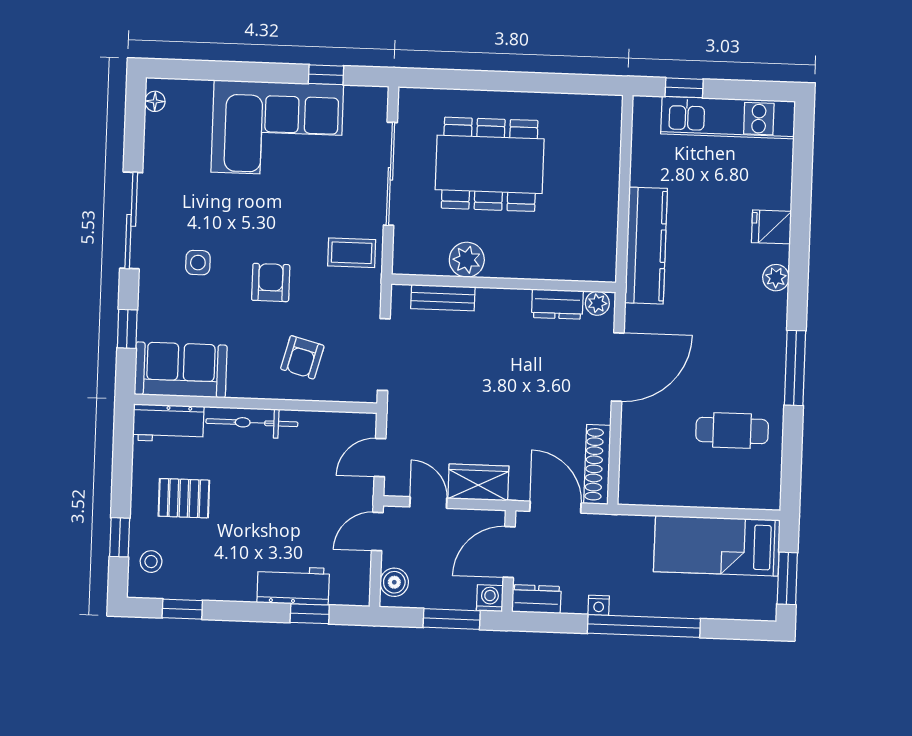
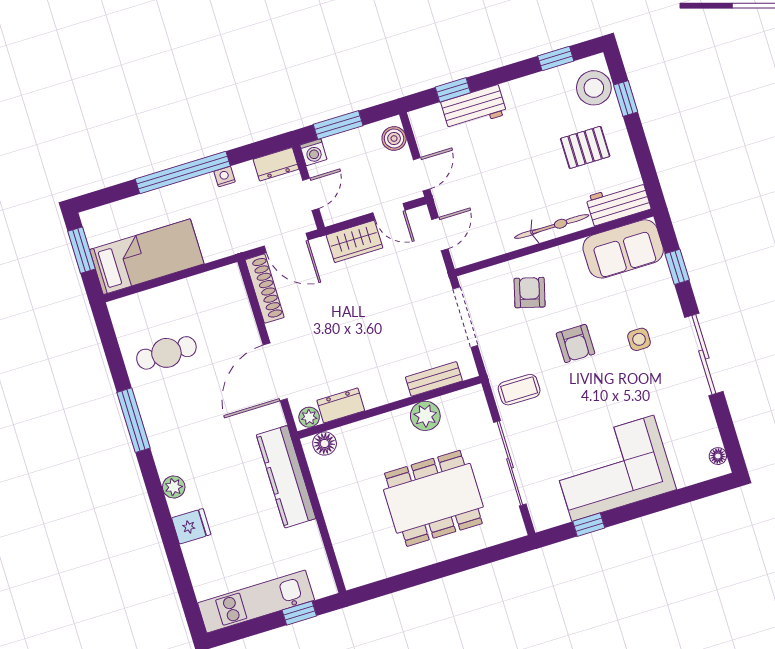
floor lamp: (590, 268) -> (325, 443), added
door: (509, 552) -> (311, 194), width x0.73
stool: (151, 562) -> (594, 88), width x1.89, depth x1.89

